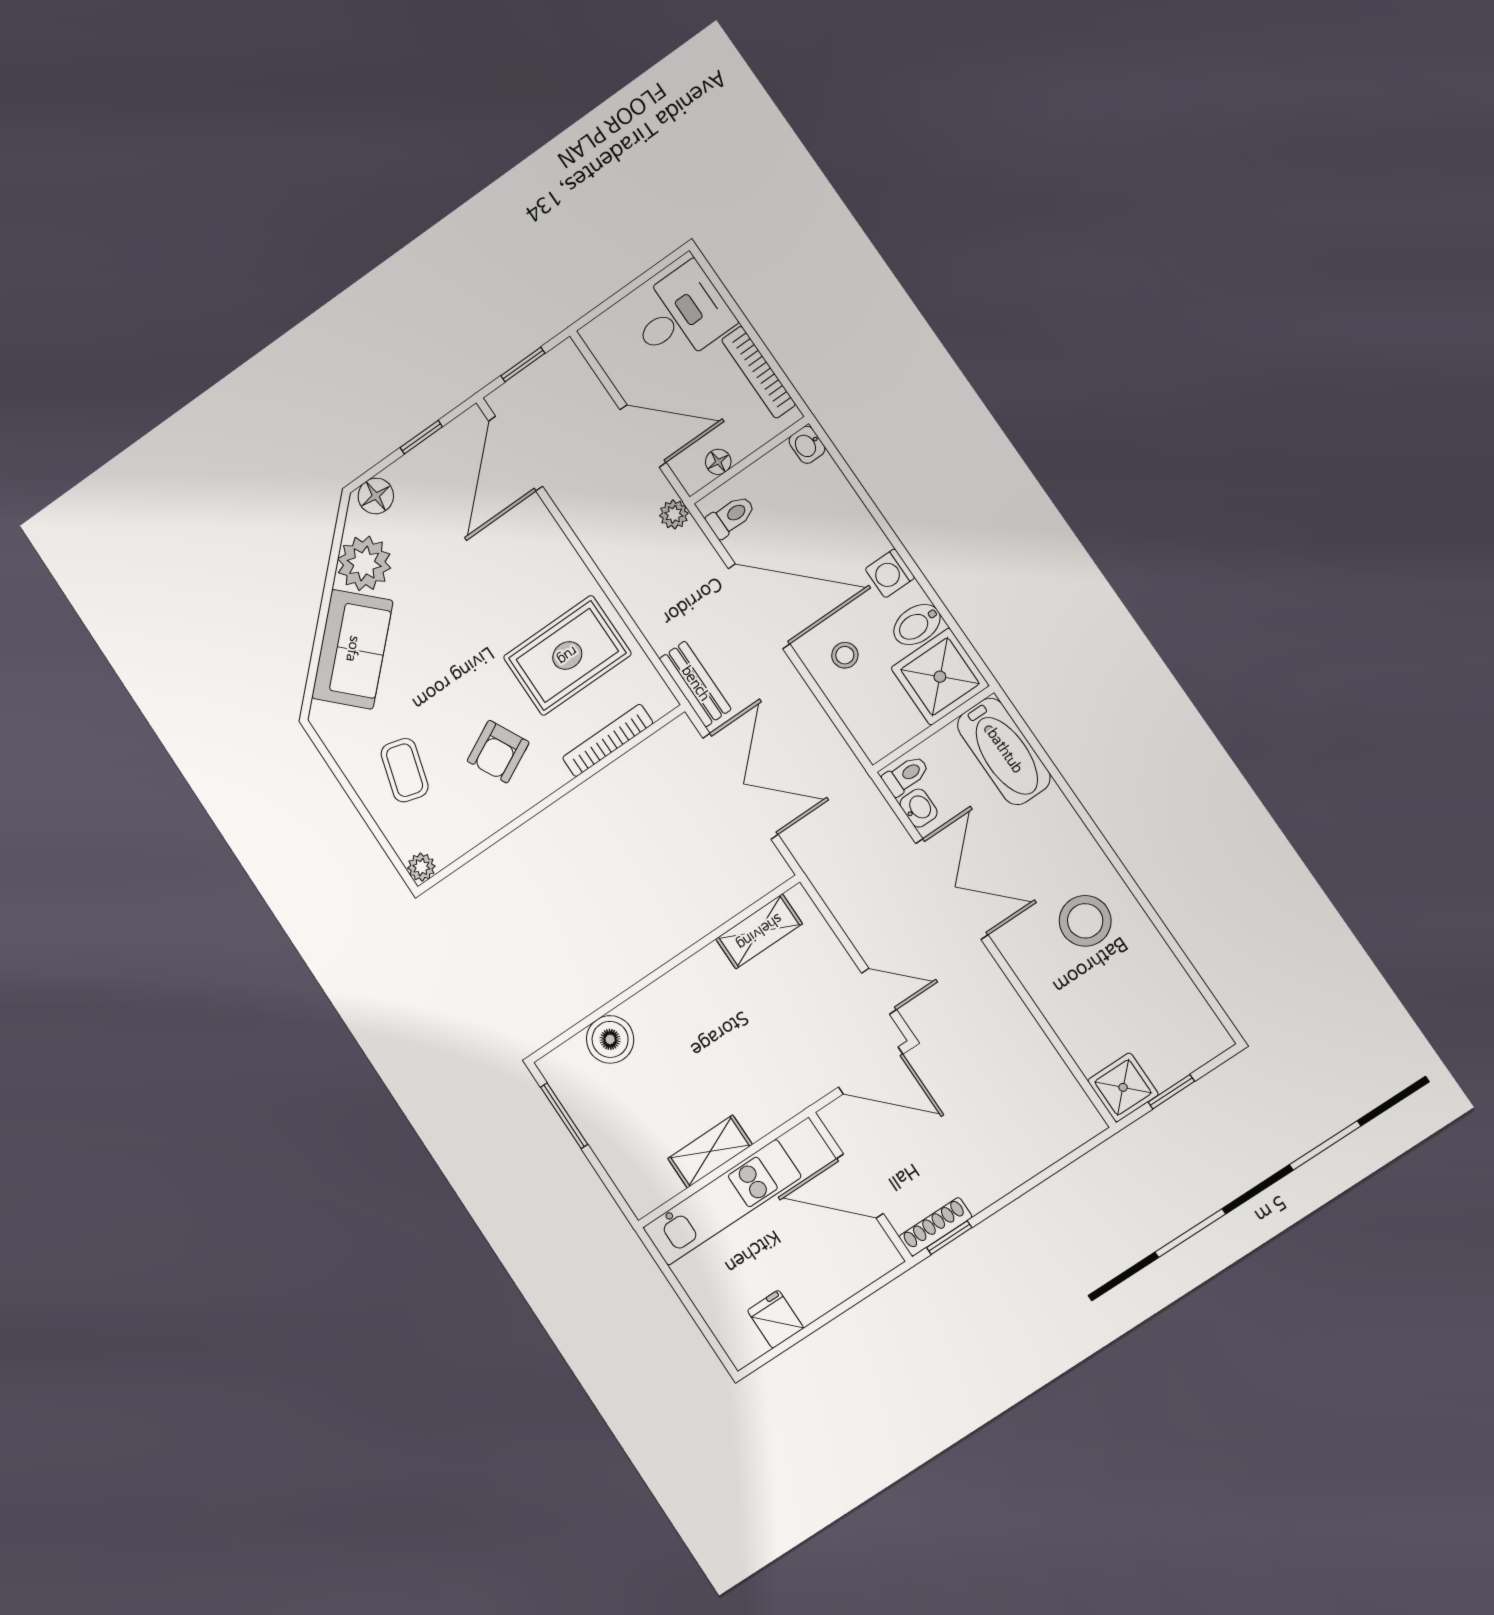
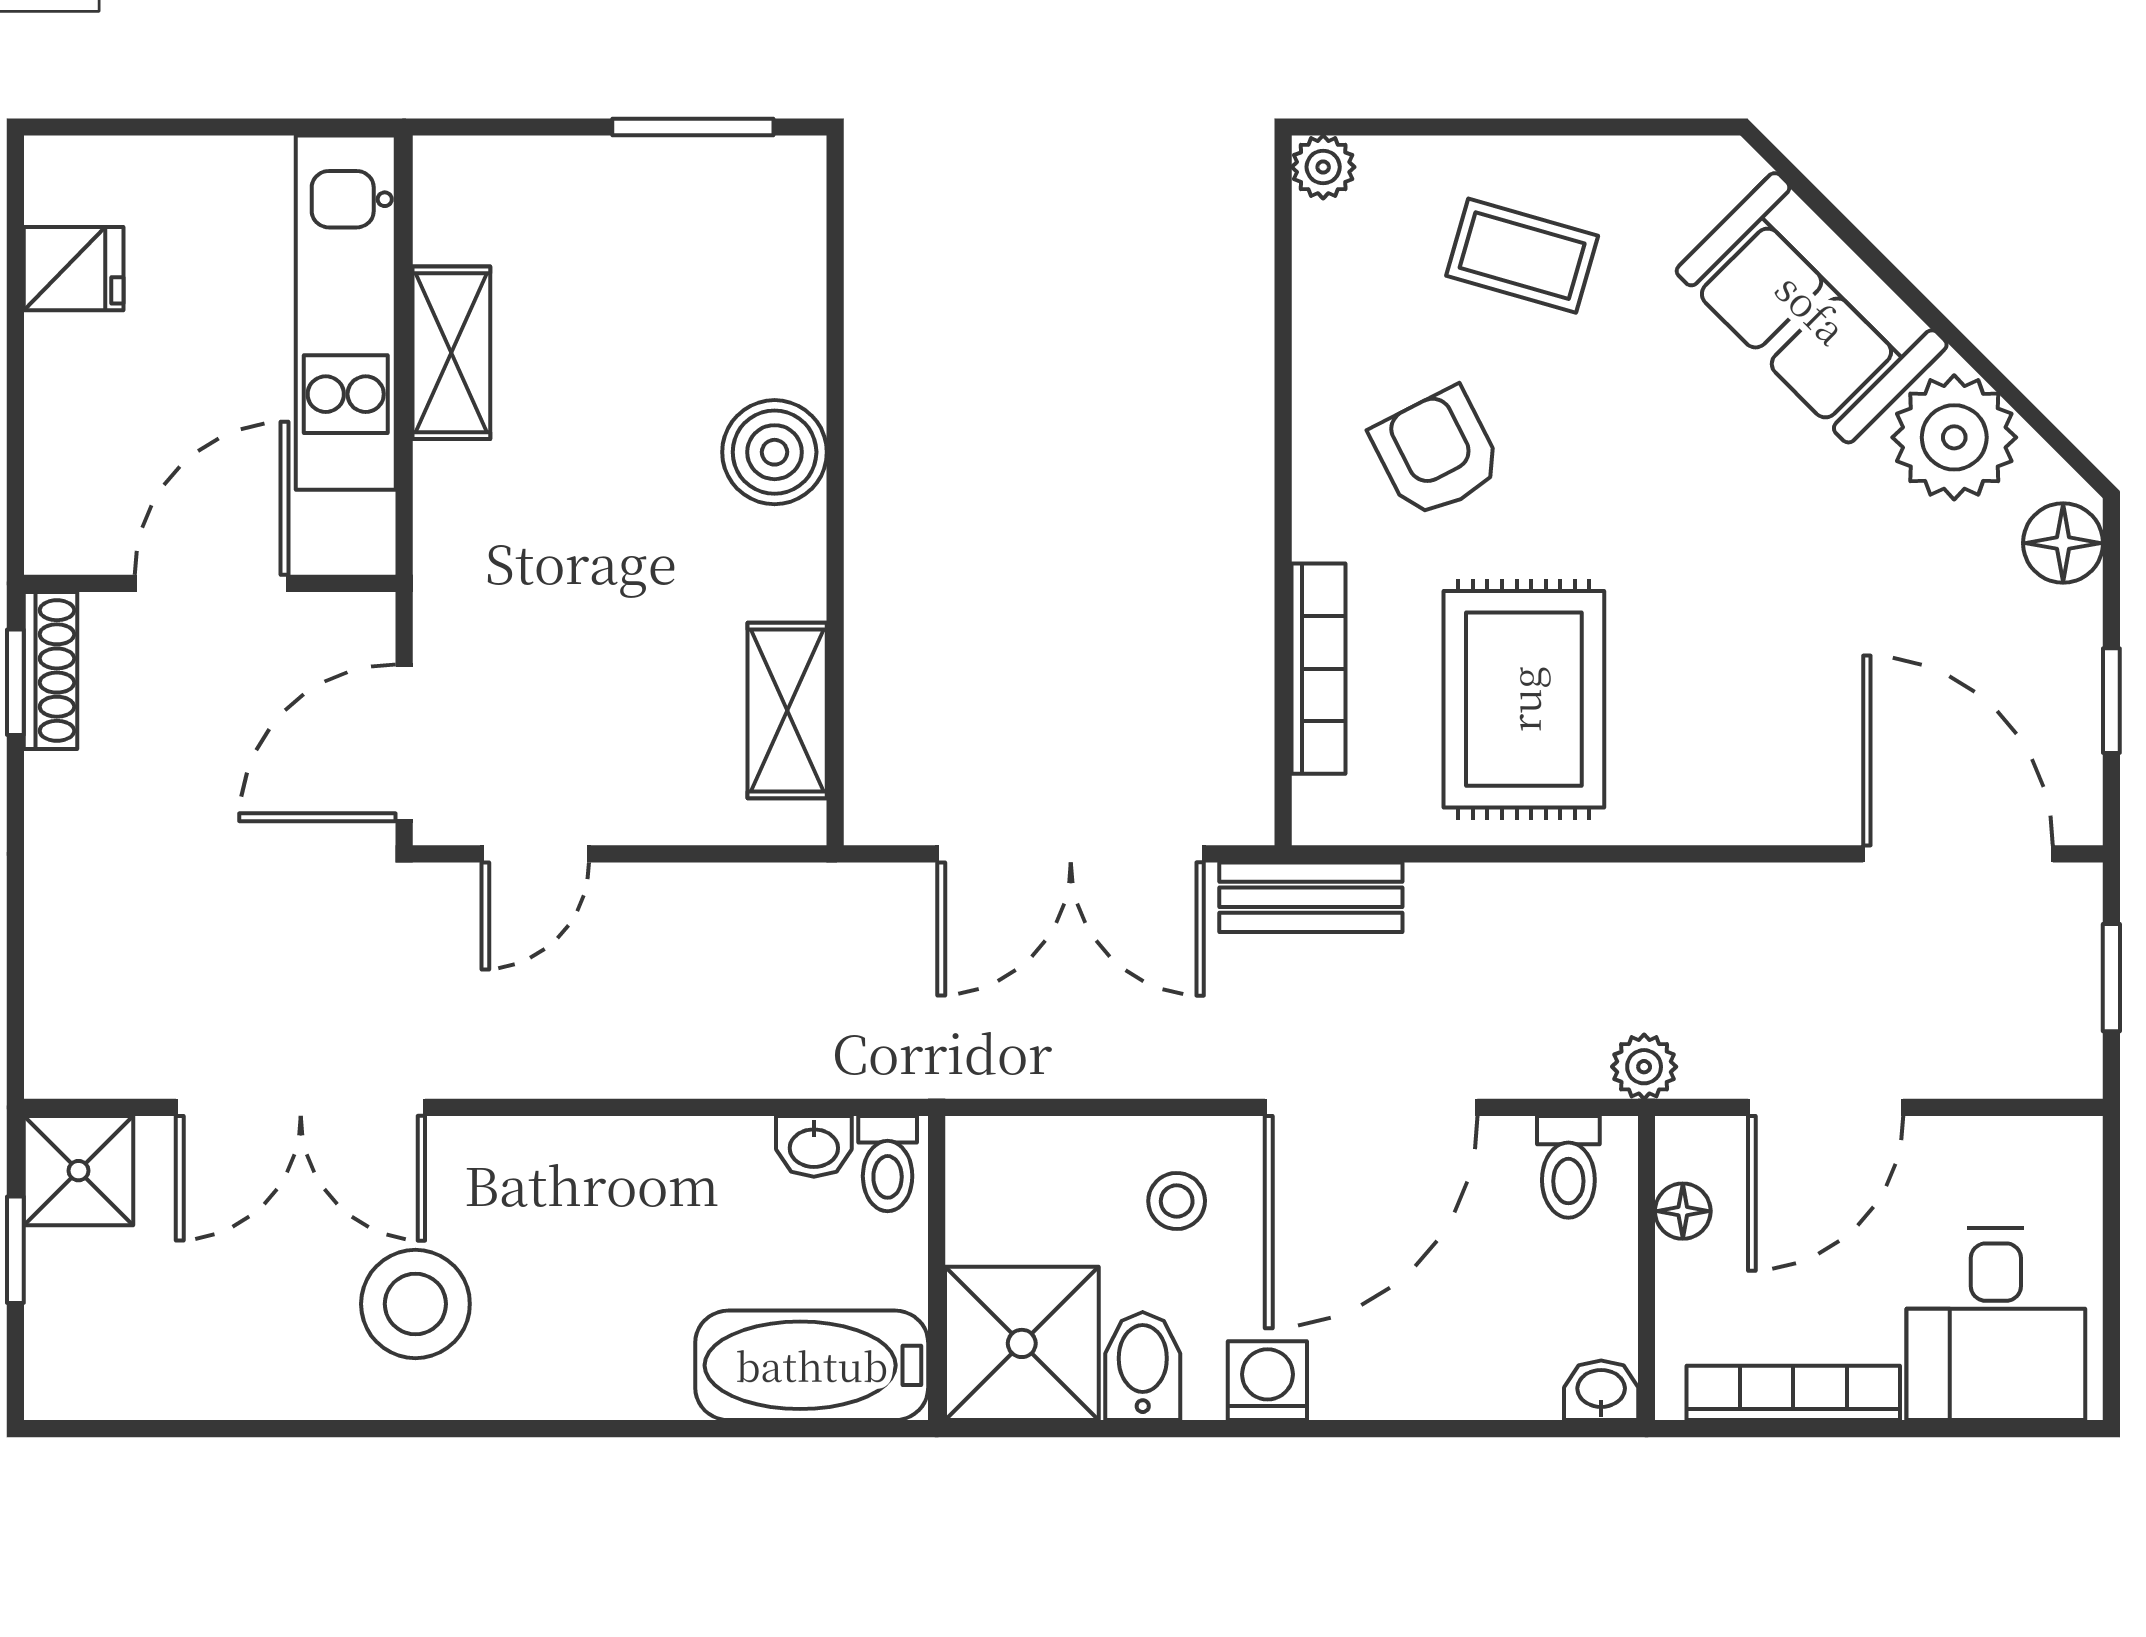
double door: (952, 889) -> (301, 1107), moved
boiler: (610, 1039) -> (775, 452), moved

